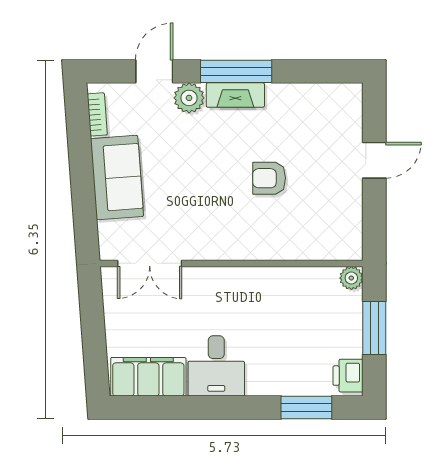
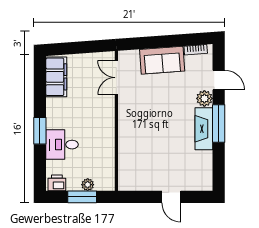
fireplace: (235, 95) -> (204, 129), width x1.37, depth x1.32
armchair: (269, 178) -> (162, 141), removed
plant: (351, 278) -> (88, 185), moved
desk: (216, 366) -> (62, 145), moved
window: (306, 408) -> (40, 131), moved

